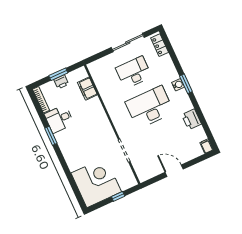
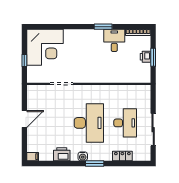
locker: (160, 45) -> (122, 156), moved
water cooler: (178, 85) -> (83, 156), moved
filing cabinet: (87, 89) -> (129, 77), removed

